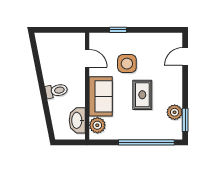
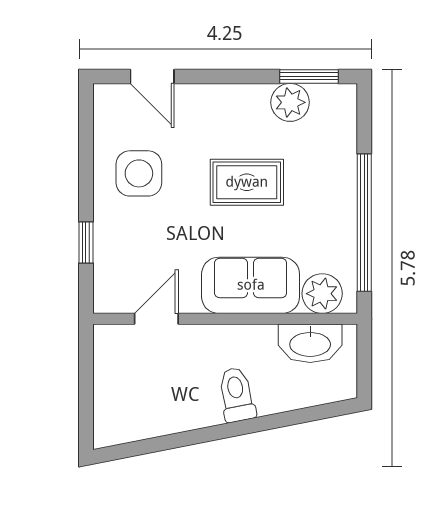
side table: (127, 64) -> (139, 173), moved
window: (146, 142) -> (364, 223), moved

